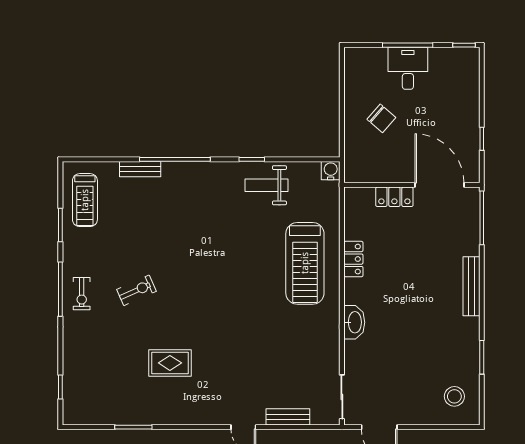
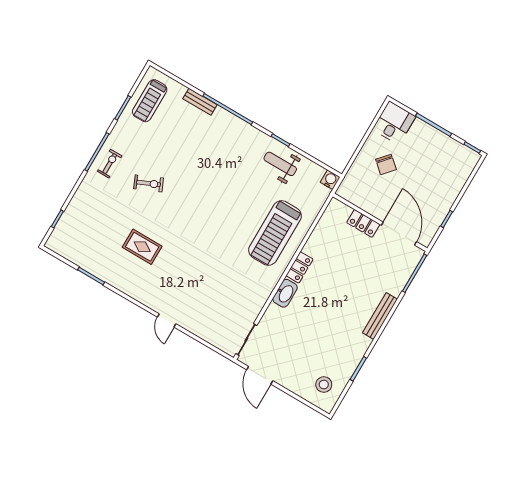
desk: (408, 68) -> (394, 123), moved
locker: (353, 259) -> (299, 267), moved
exercise bike: (82, 294) -> (110, 164), turned 180
bench: (288, 417) -> (201, 331), removed

